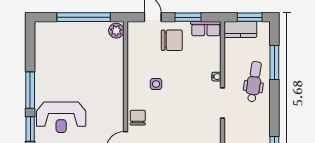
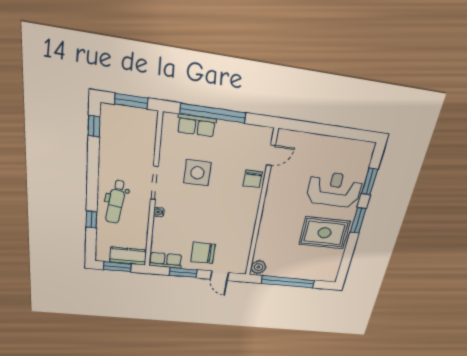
window: (274, 63) -> (91, 219), width x0.46
rug: (59, 74) -> (325, 233), added
side table: (156, 84) -> (197, 173), moved, width x1.87, depth x1.87
window: (30, 90) -> (358, 220), width x0.69

